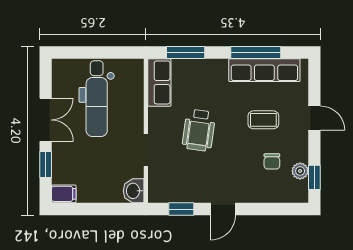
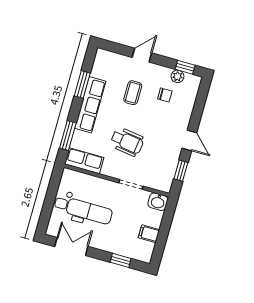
window: (256, 52) -> (82, 84), width x0.69
row of seats: (264, 70) -> (90, 105), moved
double door: (46, 120) -> (71, 246), moved
filing cabinet: (64, 194) -> (149, 234), moved, turned -90

